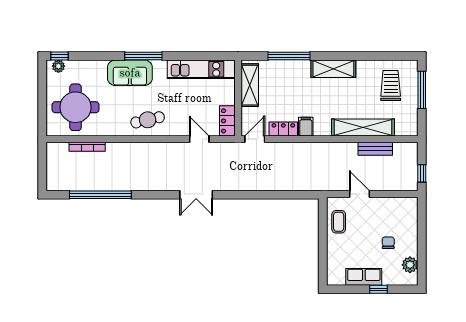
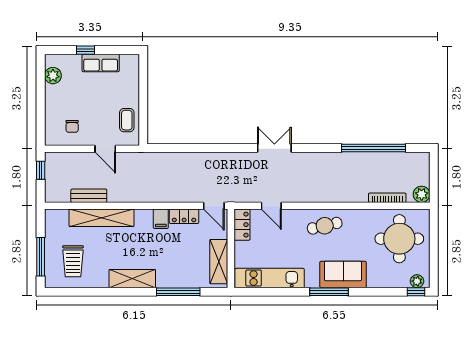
door: (255, 139) -> (214, 206), hinge flipped
plant: (54, 150) -> (422, 194), added
chair: (388, 243) -> (72, 126), moved

